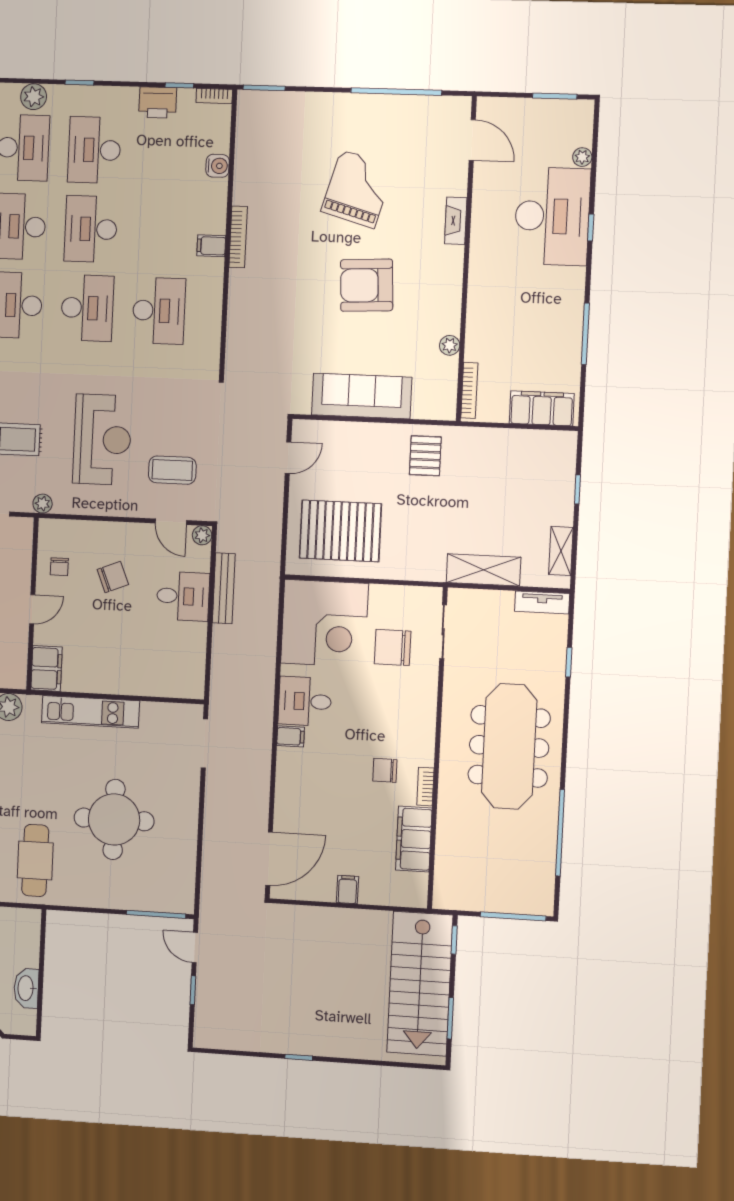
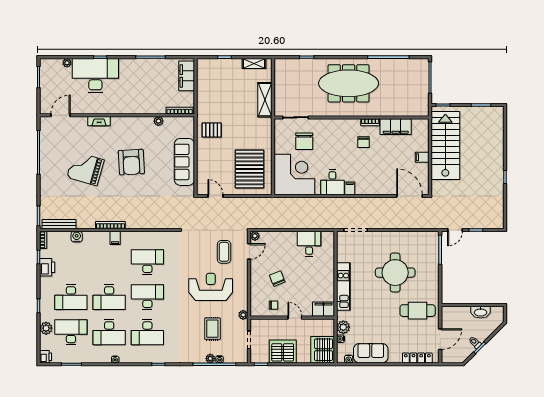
bench: (224, 588) -> (59, 224), moved
desk: (183, 596) -> (309, 244), moved
tv unit: (542, 602) -> (279, 71), removed
stairs: (420, 984) -> (445, 146), moved, turned -90

